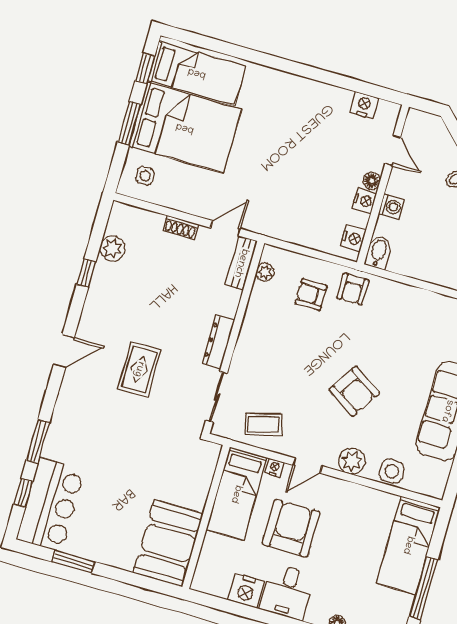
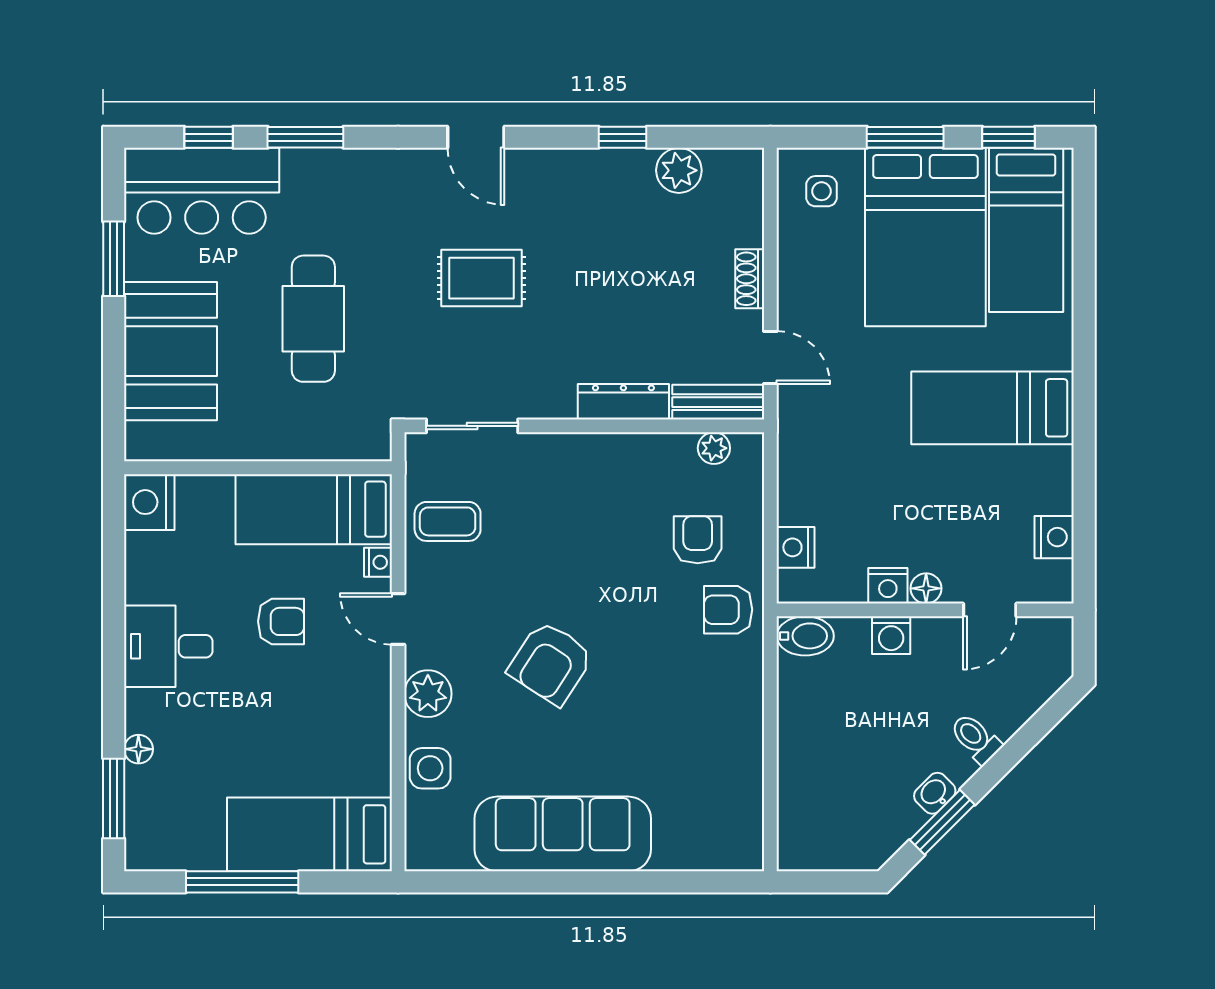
bed: (286, 118) -> (992, 408), added
nightstand: (353, 238) -> (795, 547), moved, turned 90
dresser: (218, 342) -> (623, 402), moved
coffee table: (263, 424) -> (448, 521), turned -75
cafe table: (135, 465) -> (313, 319), added
armchair: (291, 528) -> (281, 621), width x0.53, depth x0.53
booth: (168, 543) -> (171, 351), moved, turned 90
nightstand: (246, 591) -> (149, 502), moved

